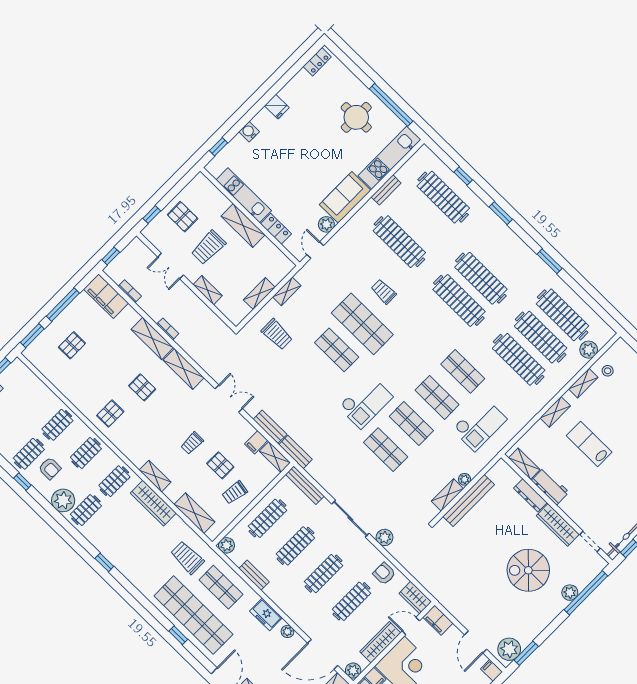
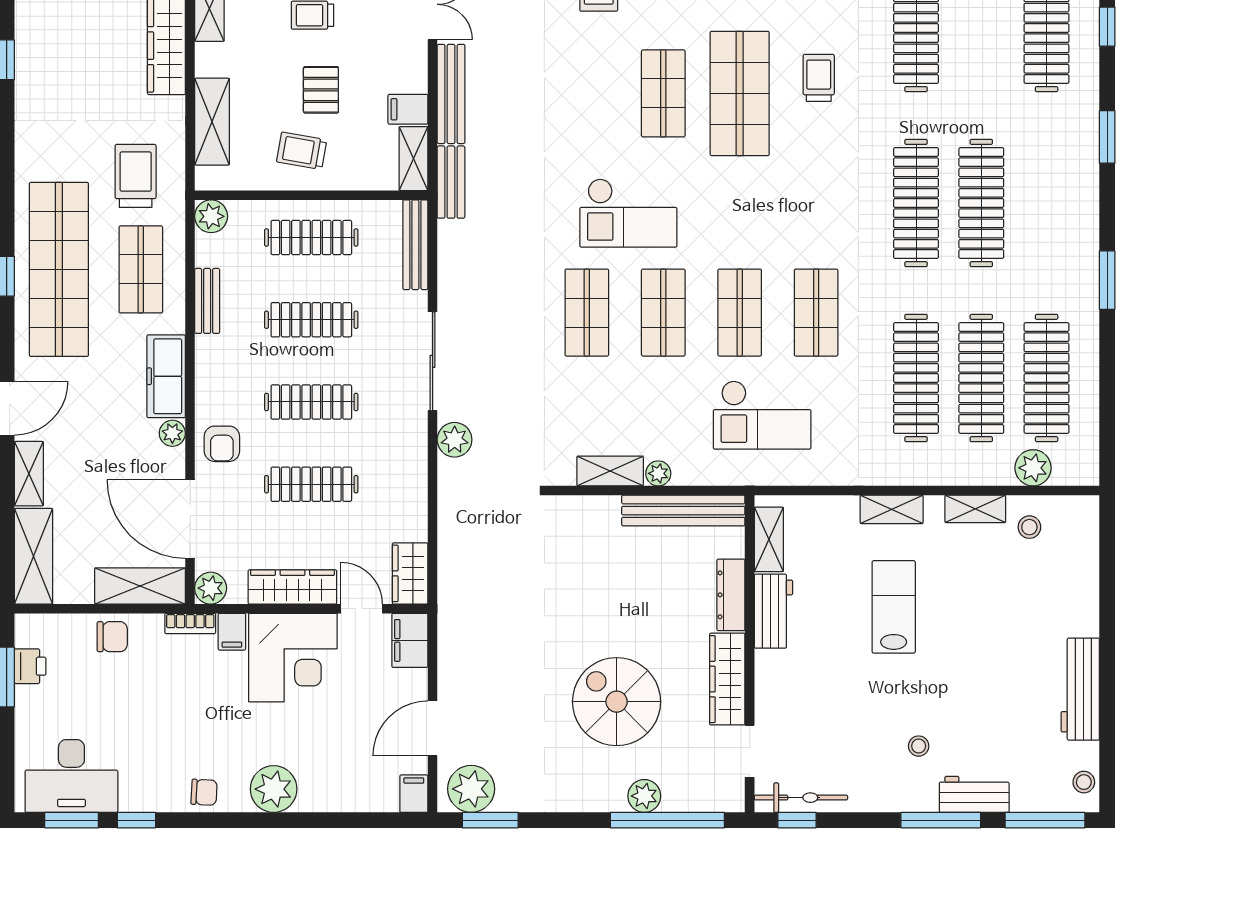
bench: (270, 427) -> (451, 94), width x1.36
bench: (469, 501) -> (683, 511), moved
armchair: (384, 574) -> (222, 444), moved, turned 180
freezer: (266, 614) -> (166, 376), width x1.40

